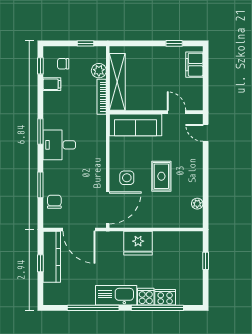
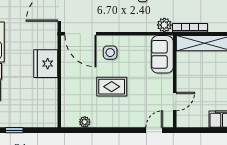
plant: (99, 71) -> (164, 25), moved
sofa: (136, 125) -> (162, 54), width x0.73
window: (206, 261) -> (14, 130), moved

